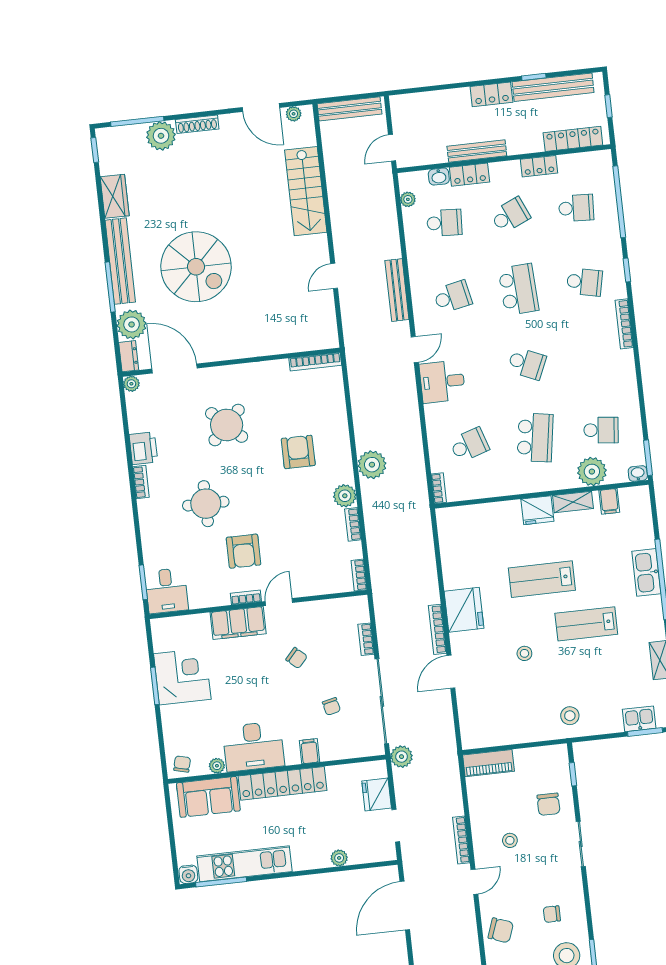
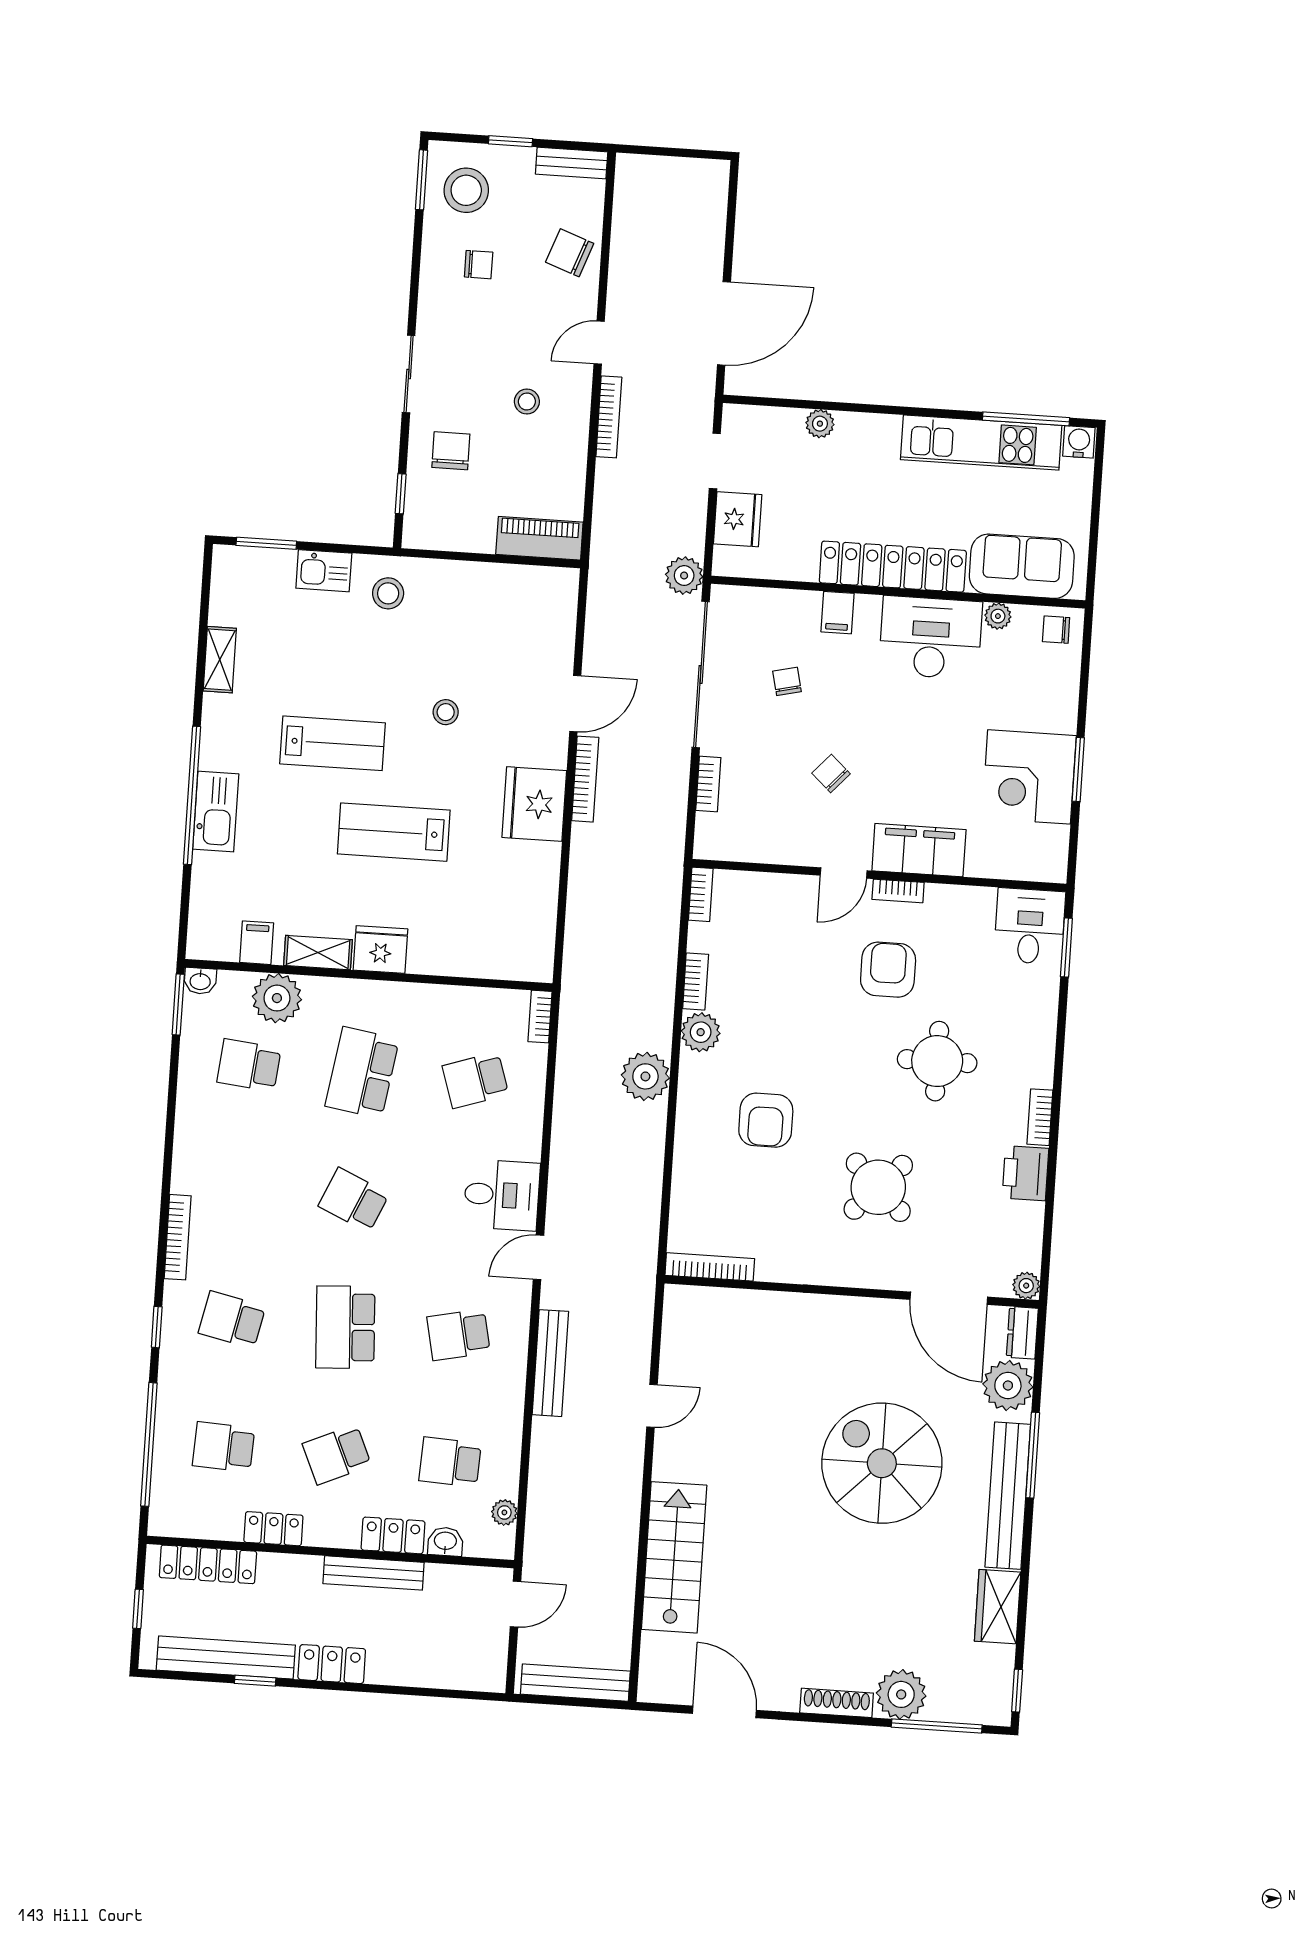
plant: (294, 114) -> (671, 1691), removed
lab bench: (542, 579) -> (394, 832), turned 180
kitchen sink: (639, 719) -> (324, 571), moved
chair: (182, 764) -> (1056, 630), turned 76

